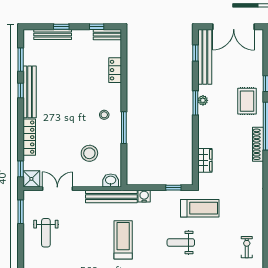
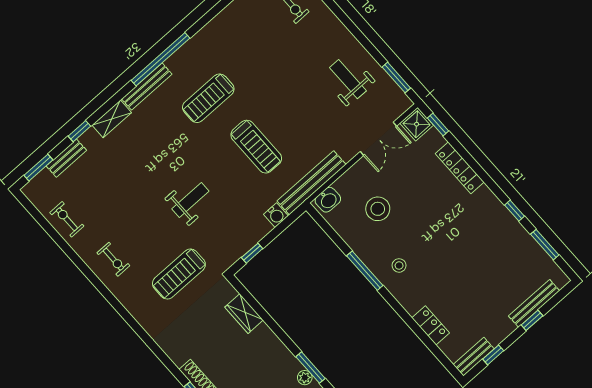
bench: (30, 92) -> (503, 218), removed
treadmill: (200, 208) -> (179, 274), moved

